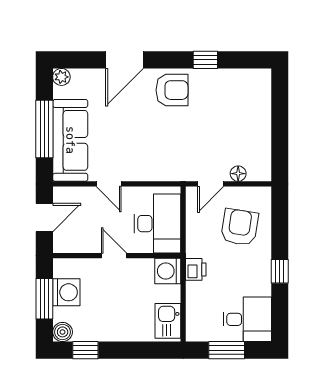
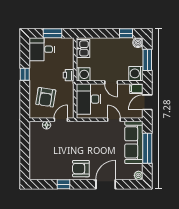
filing cabinet: (65, 244) -> (136, 89), added
washing machine: (66, 292) -> (136, 73), moved

